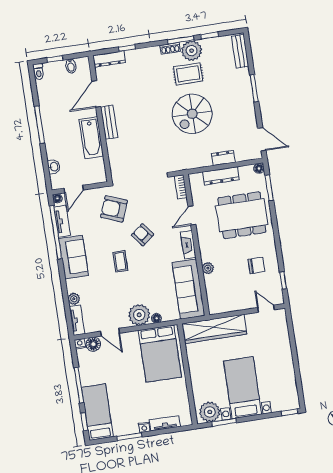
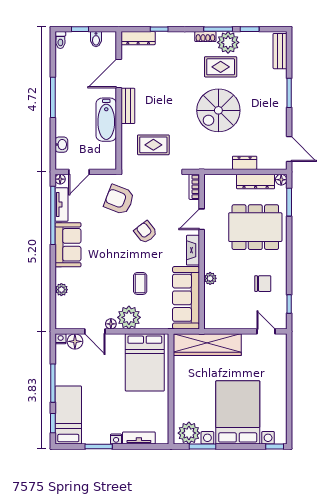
rug: (138, 154) -> (153, 145), added
dresser: (221, 176) -> (256, 182), moved
coffee table: (120, 261) -> (140, 283), moved
floor lamp: (157, 318) -> (111, 324), moved
tv unit: (77, 320) -> (61, 313), removed
bed with nightstands: (243, 388) -> (238, 412), width x1.36

